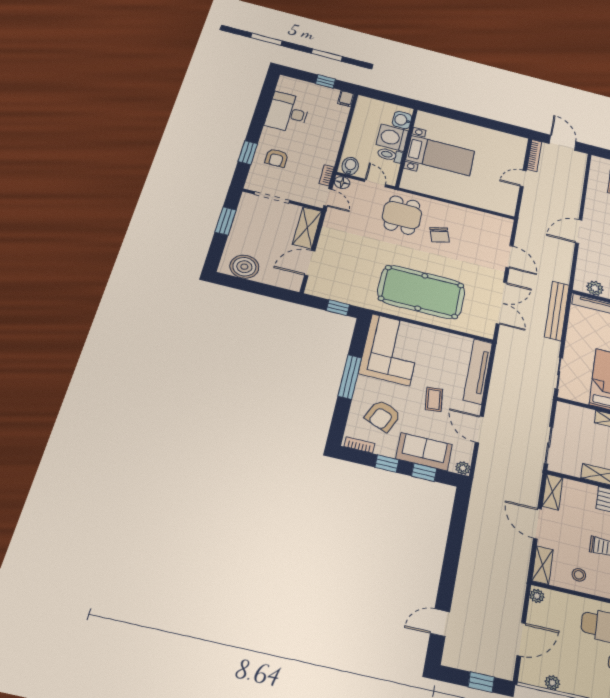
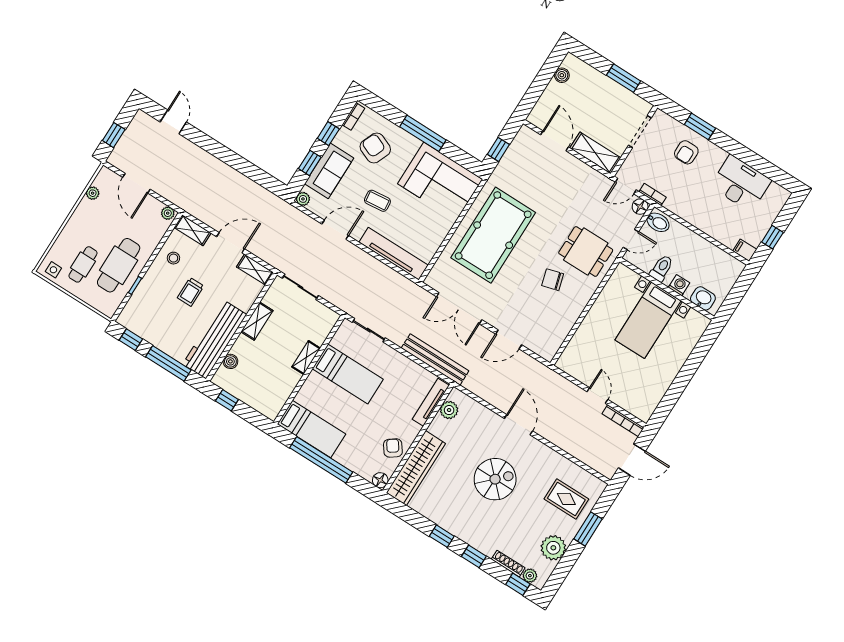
washing machine: (392, 138) -> (679, 285), width x0.53, depth x0.53
armchair: (277, 158) -> (686, 152), turned -90
boiler: (244, 267) -> (562, 75), width x0.54, depth x0.54

